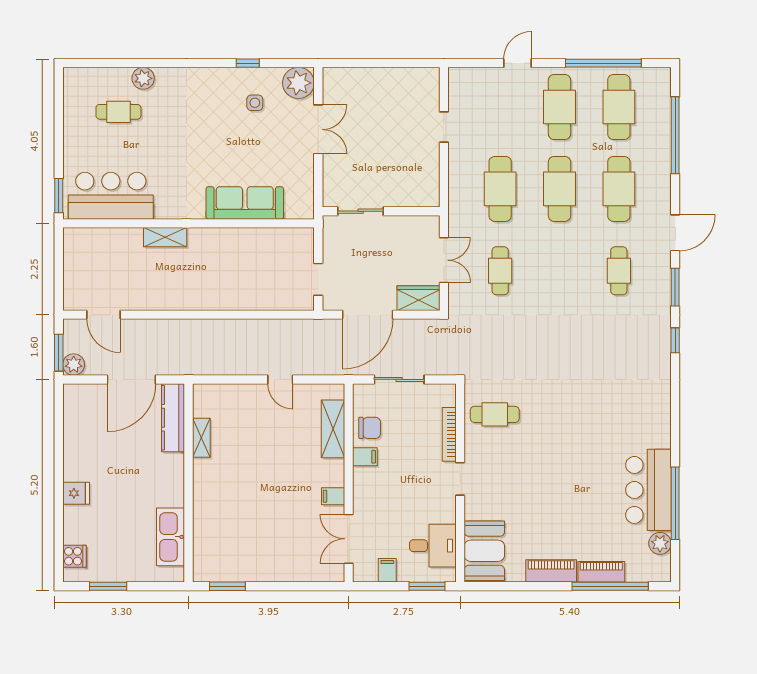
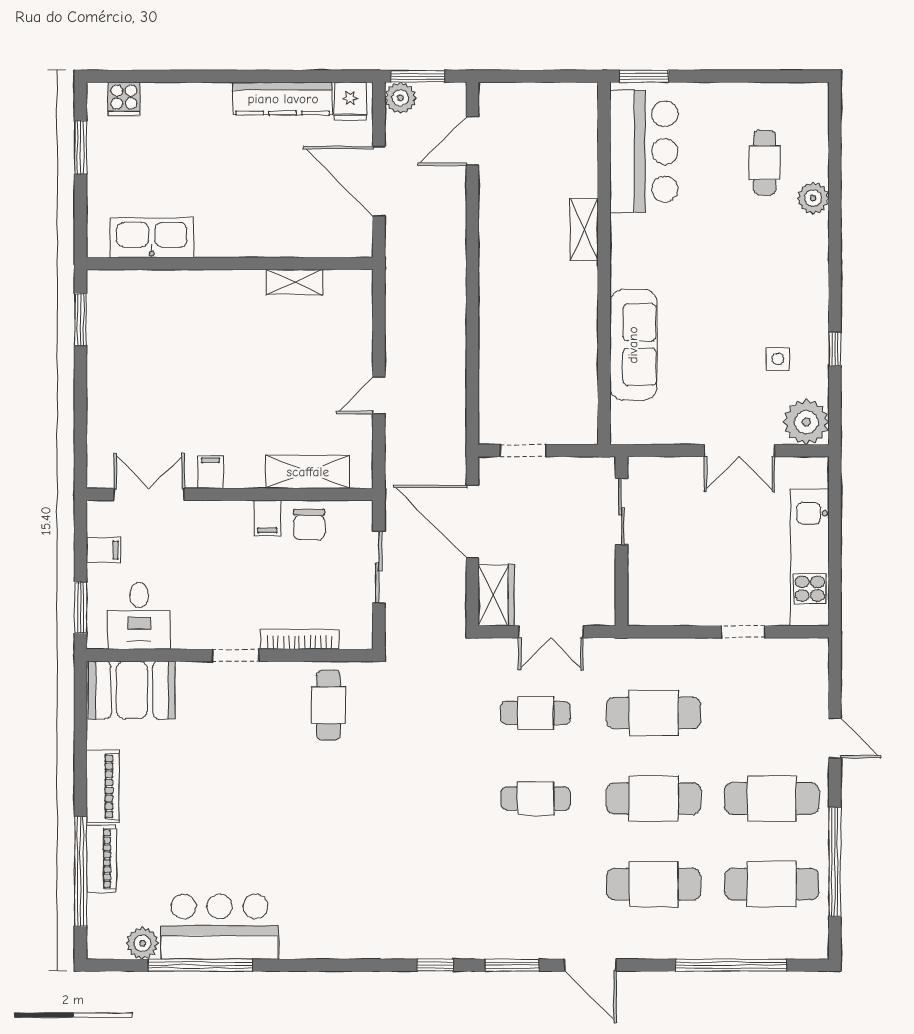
kitchen unit: (392, 81) -> (810, 557), added
cafe table: (619, 271) -> (536, 798), moved
kitchen counter: (173, 418) -> (283, 99), moved, turned 180
fridge: (76, 493) -> (350, 101), moved

